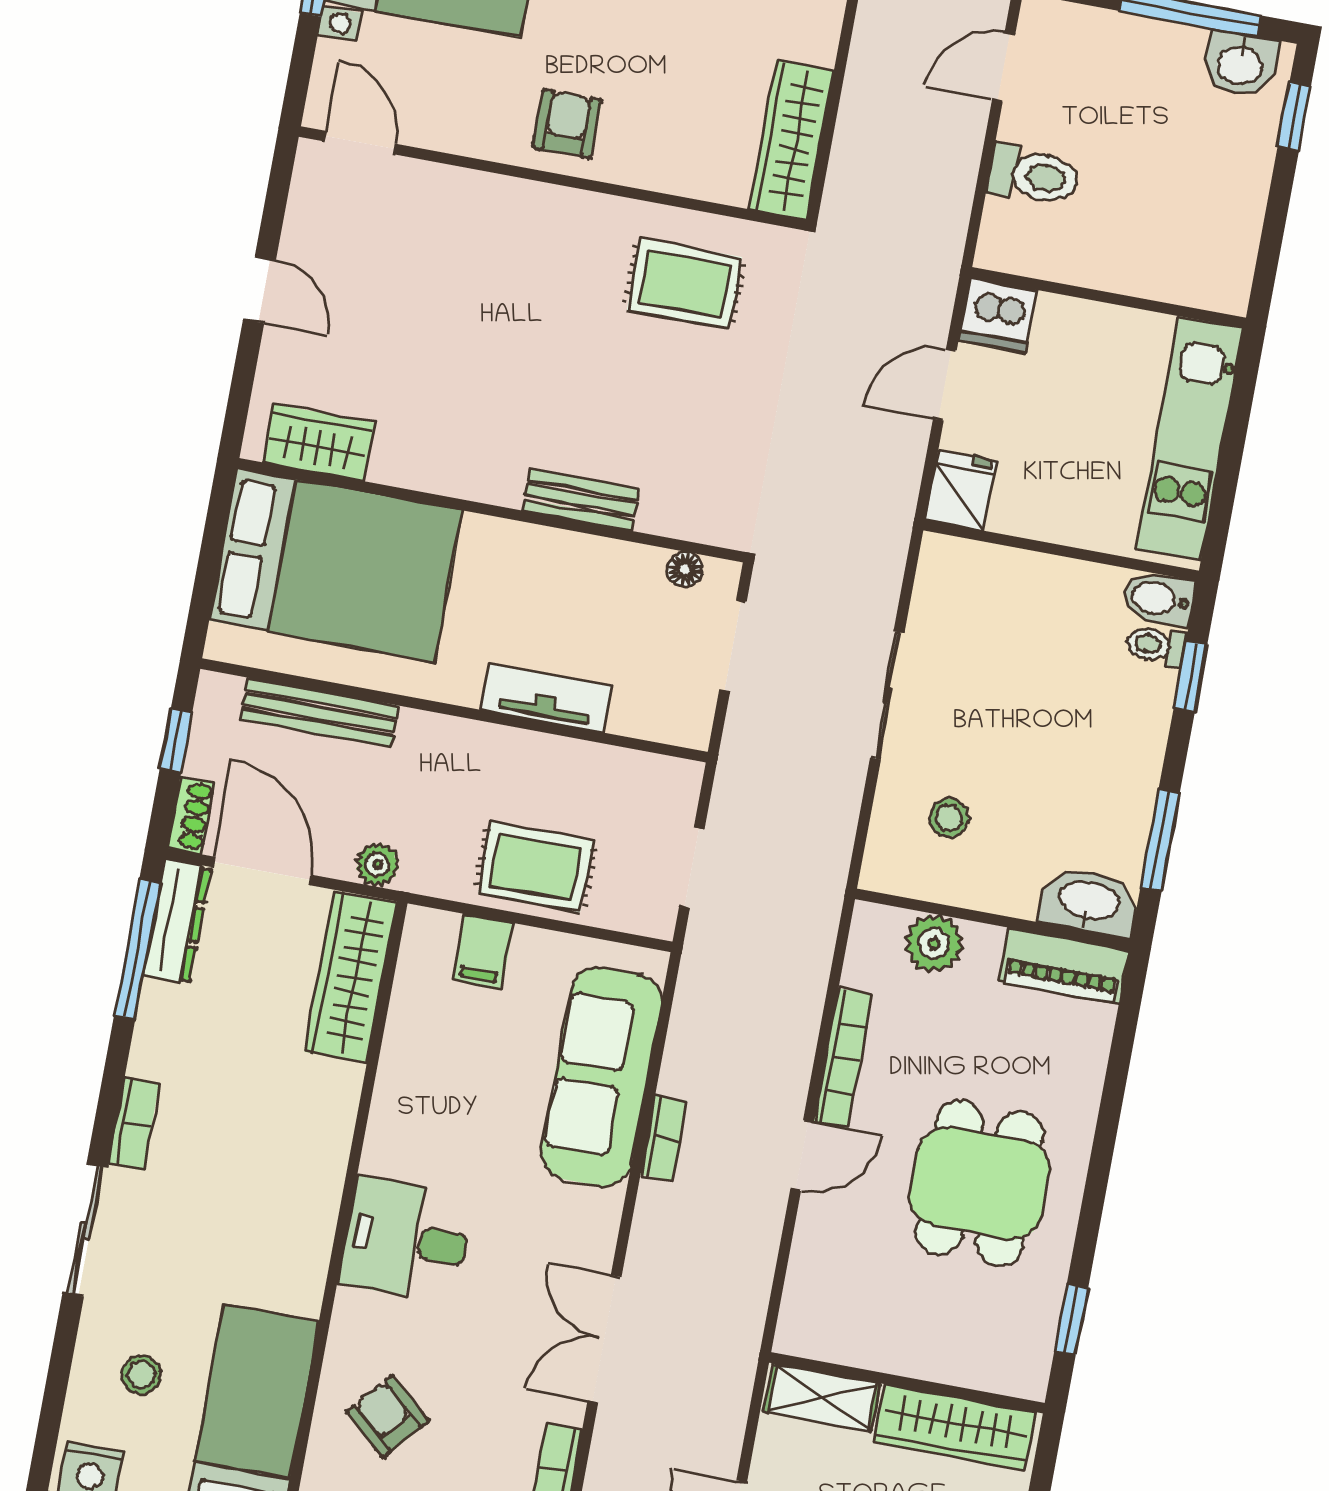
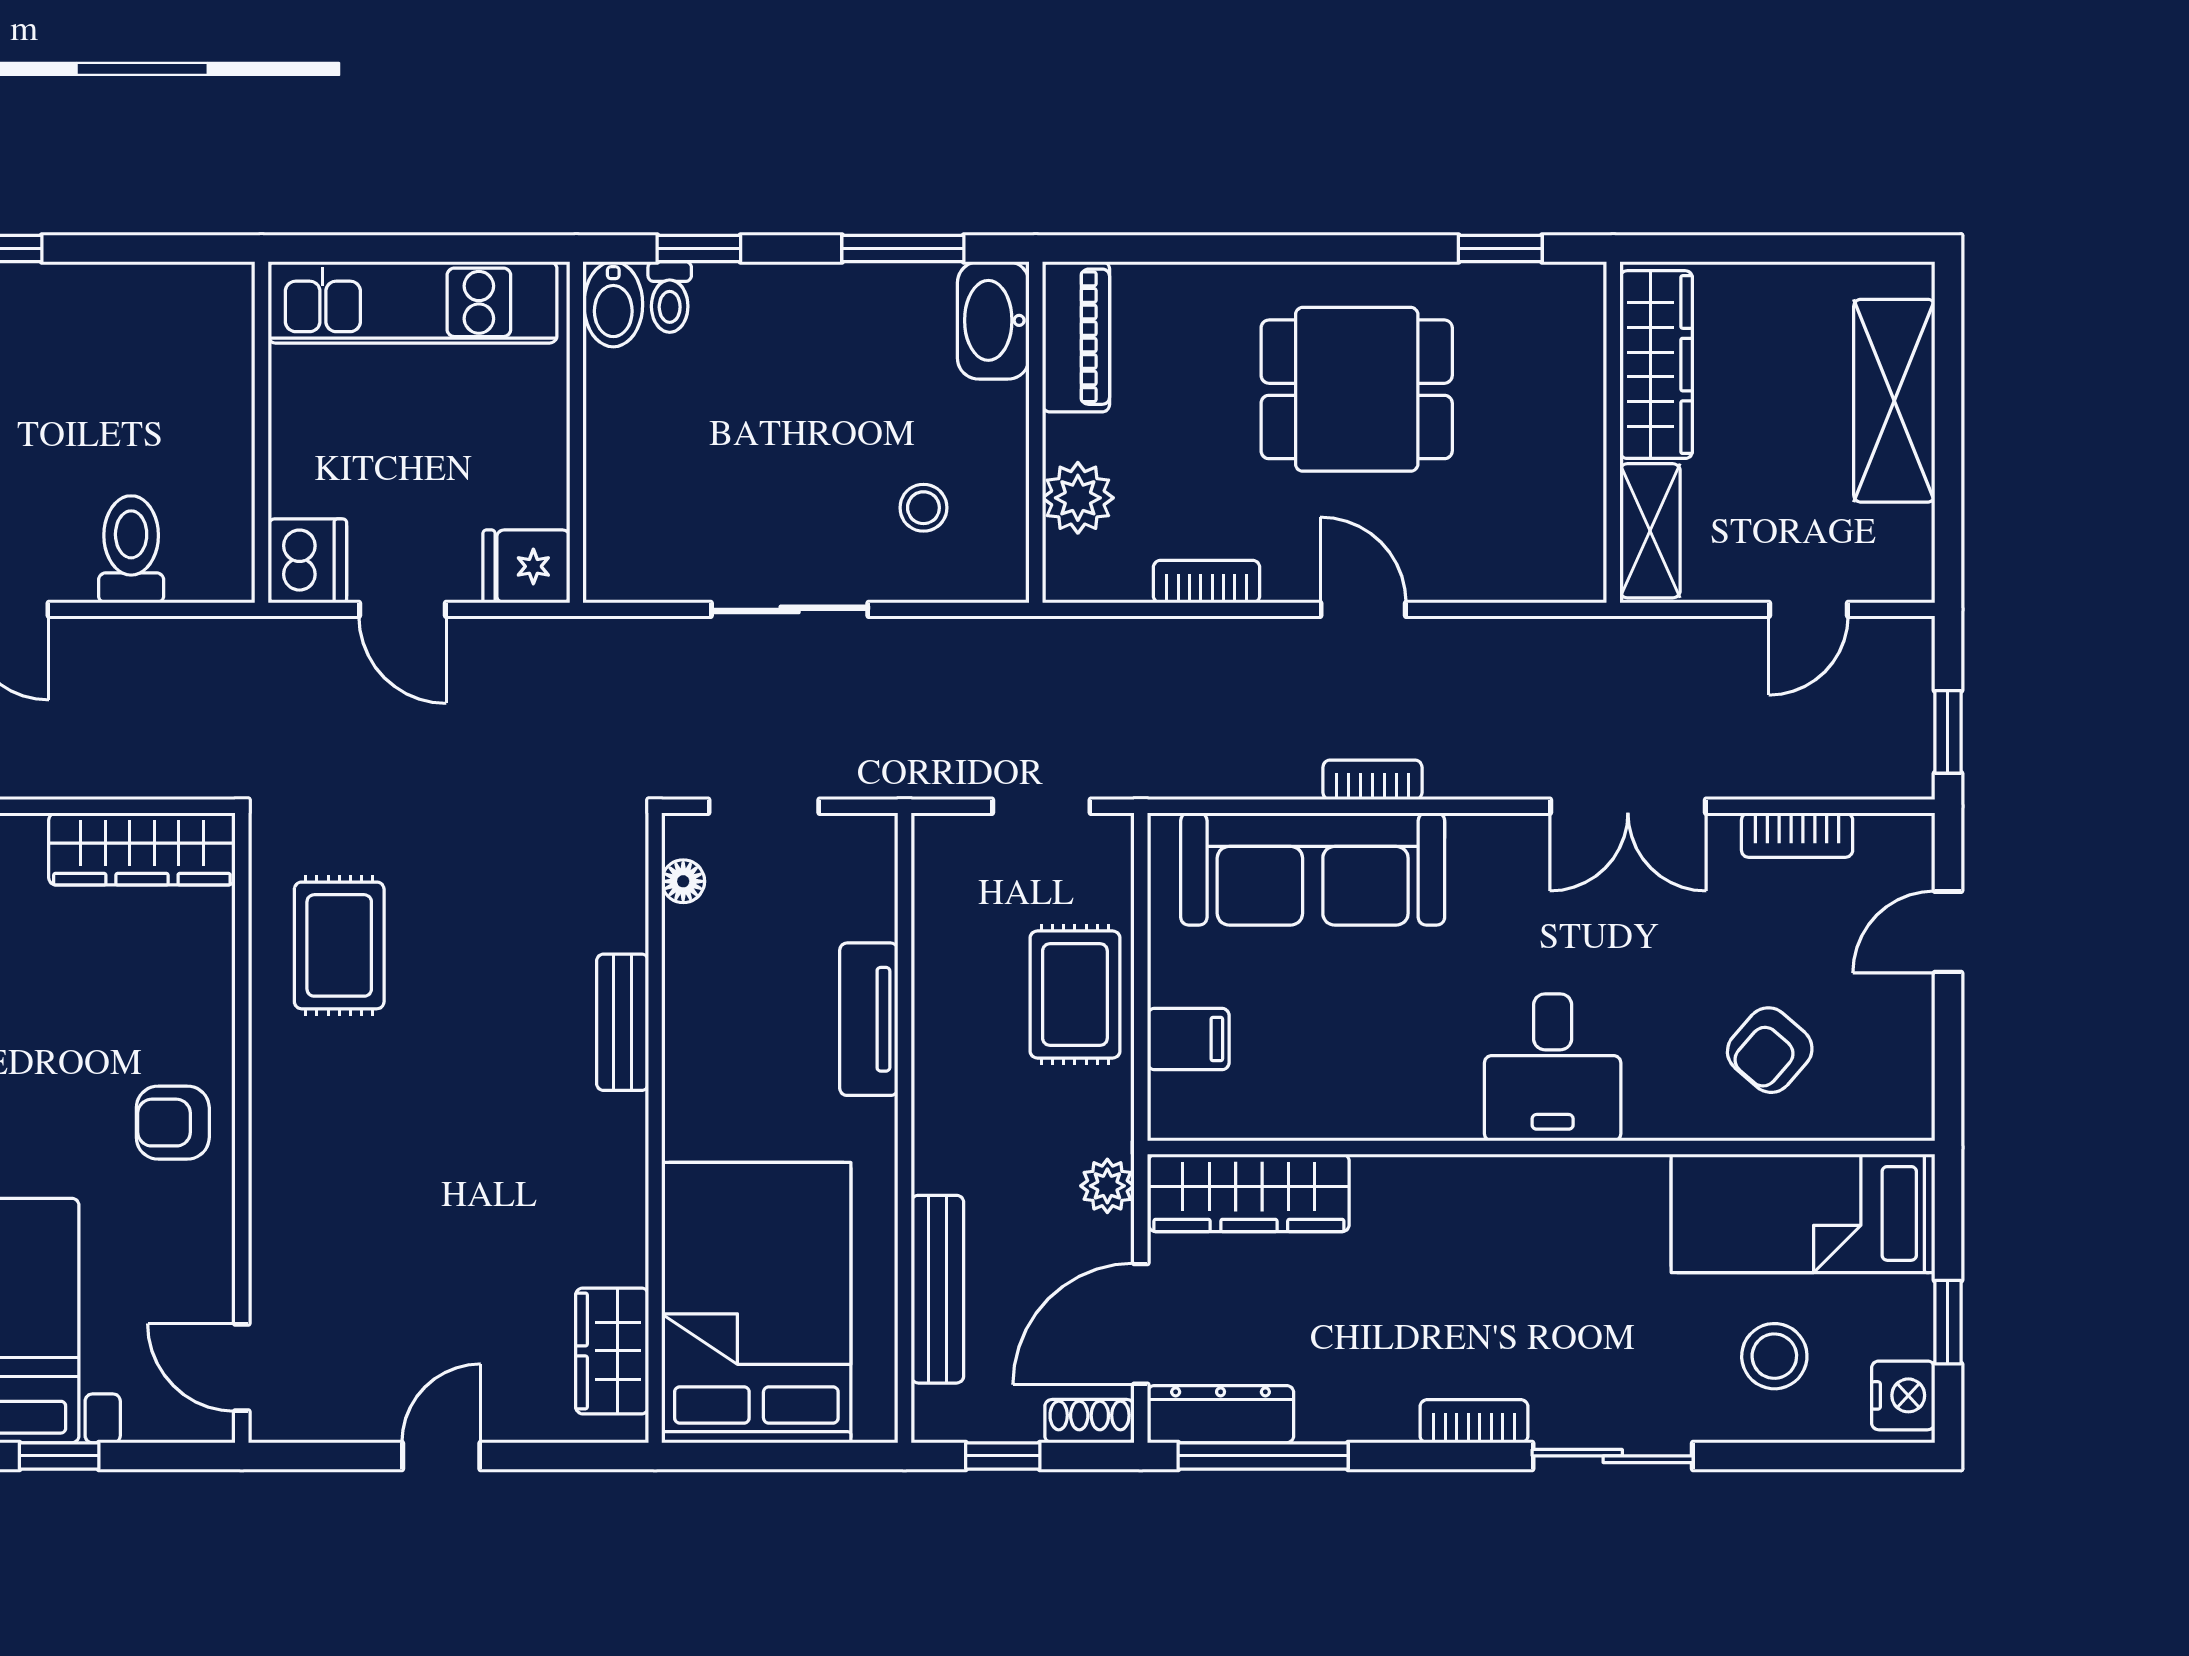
door: (360, 143) -> (242, 1368), hinge flipped
bookcase: (843, 1058) -> (1207, 582), width x0.64
stool: (141, 1375) -> (1774, 1356), width x1.37, depth x1.37

